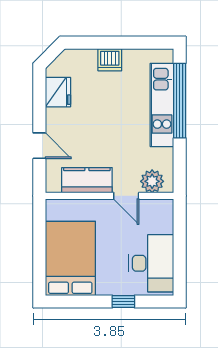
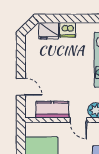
fridge: (58, 92) -> (49, 31), moved, turned 90

